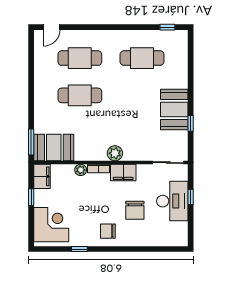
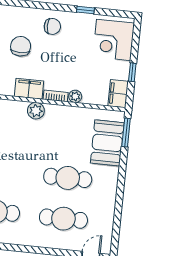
booth: (54, 148) -> (107, 143), moved, turned 90

